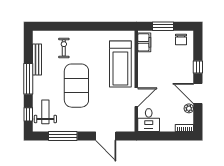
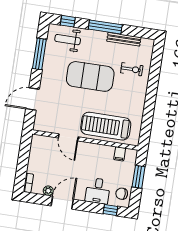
filing cabinet: (144, 42) -> (120, 154), width x0.50
window: (198, 67) -> (110, 210), moved
weight bench: (45, 112) -> (68, 40), turned 180
desk: (149, 120) -> (98, 191), moved, turned -90

